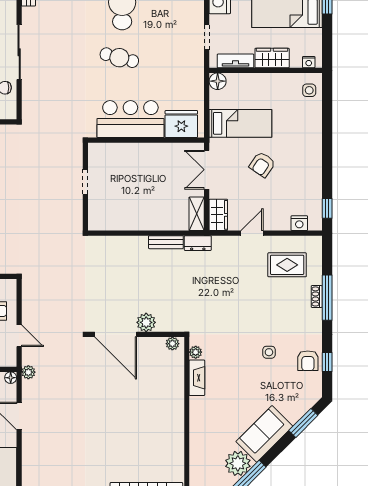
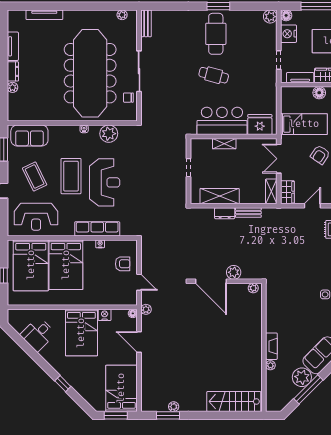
floor lamp: (218, 81) -> (319, 93), moved
shelving: (133, 150) -> (224, 144), added
shelving: (127, 220) -> (220, 196), added
dresser: (198, 243) -> (225, 213), moved
plant: (196, 352) -> (270, 365), moved
fireplace: (197, 378) -> (271, 346), moved

